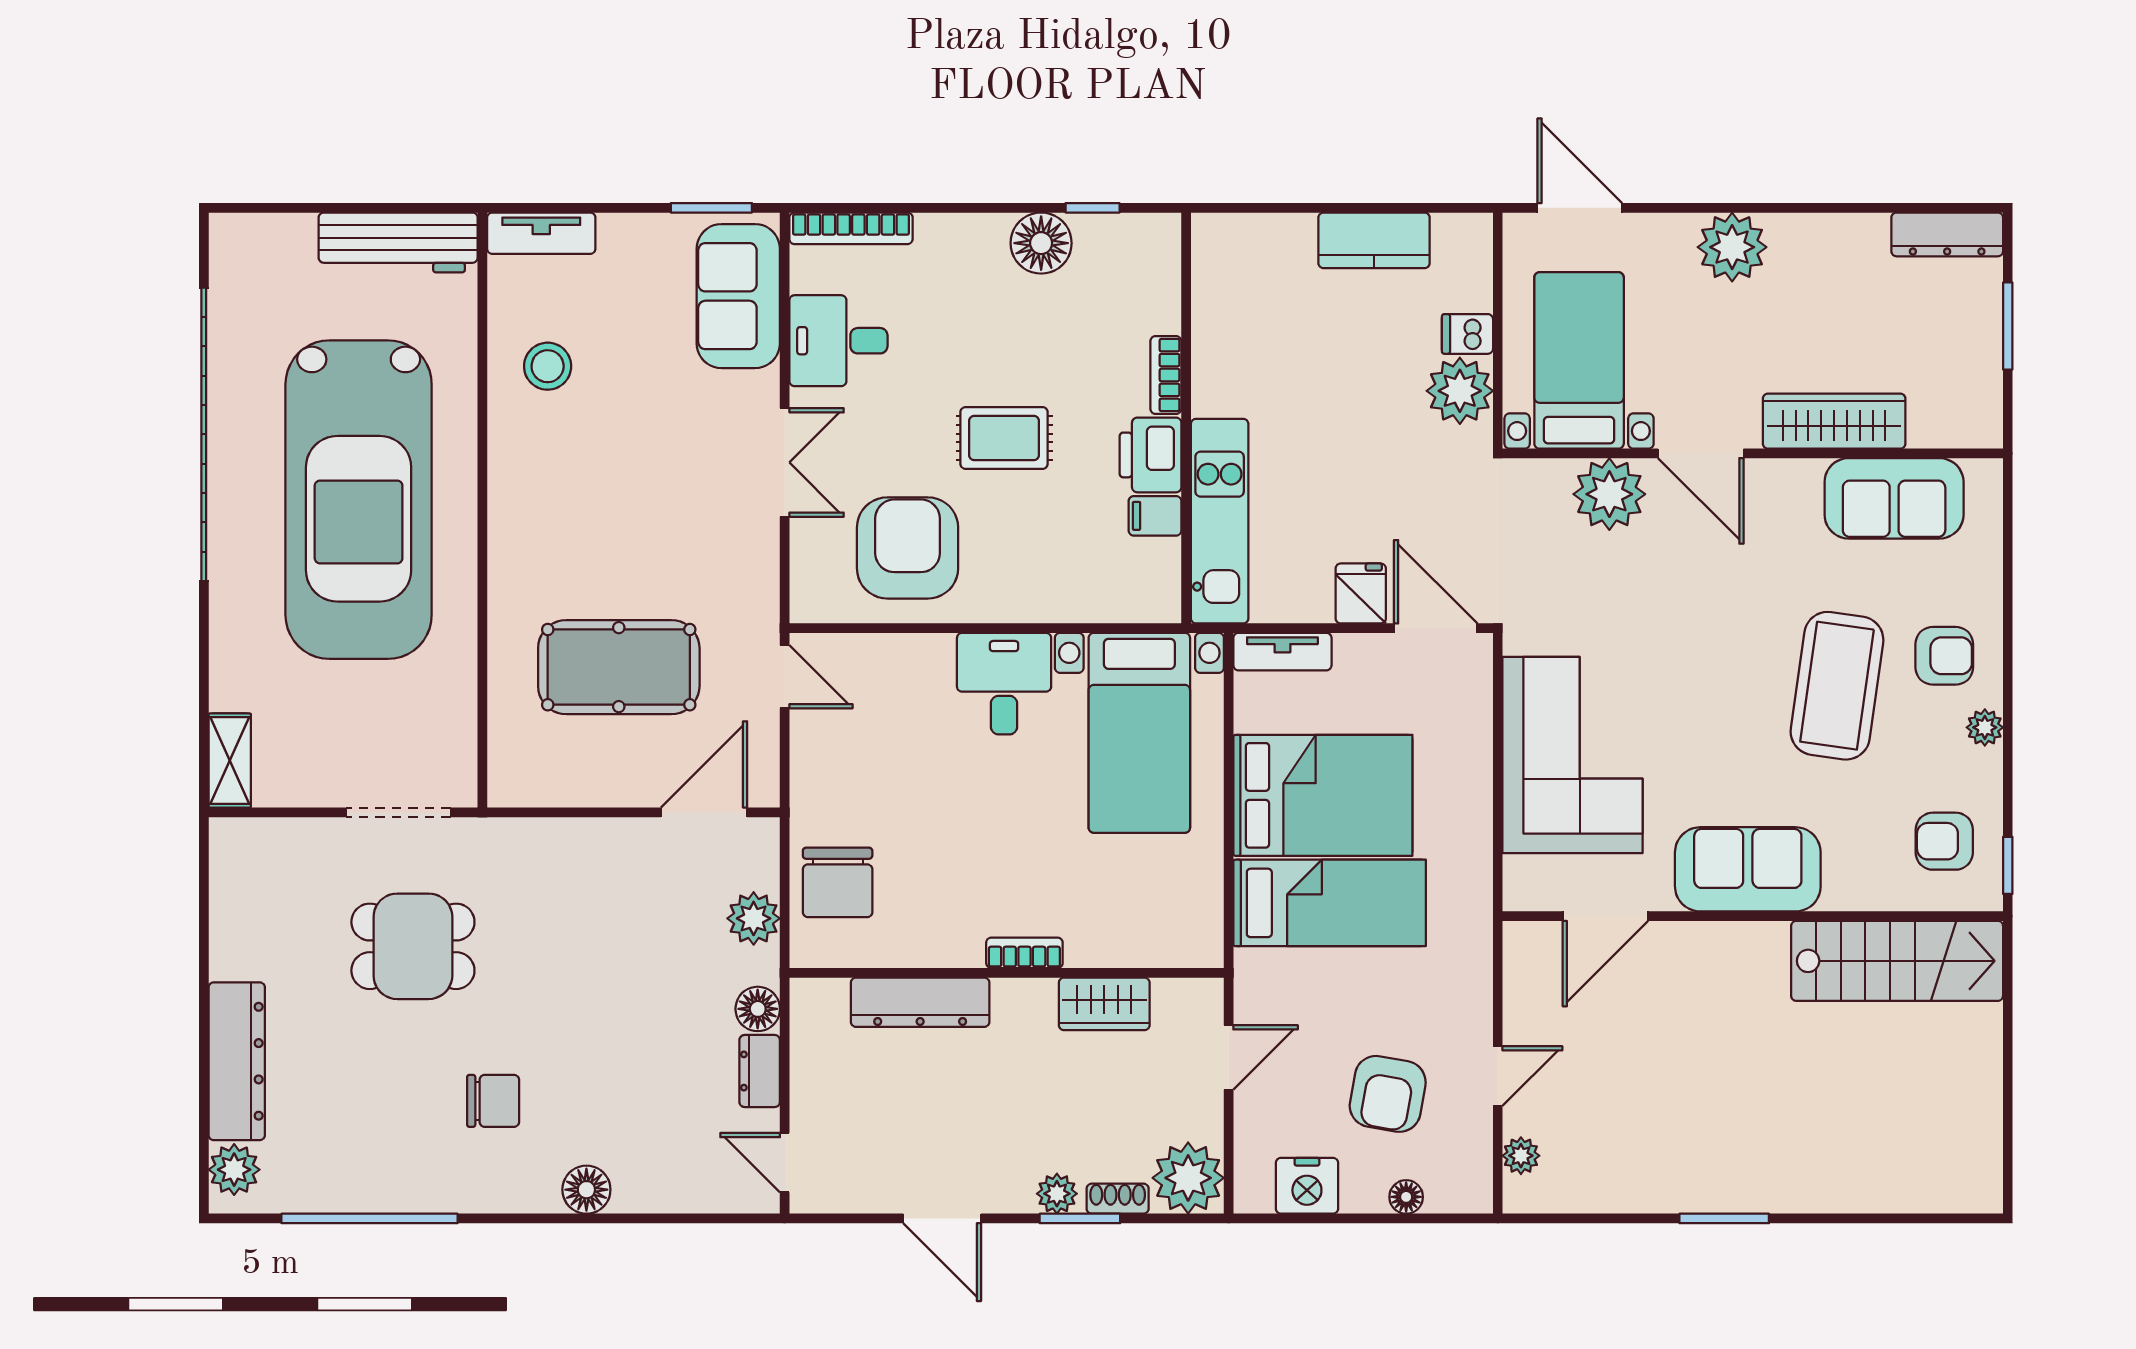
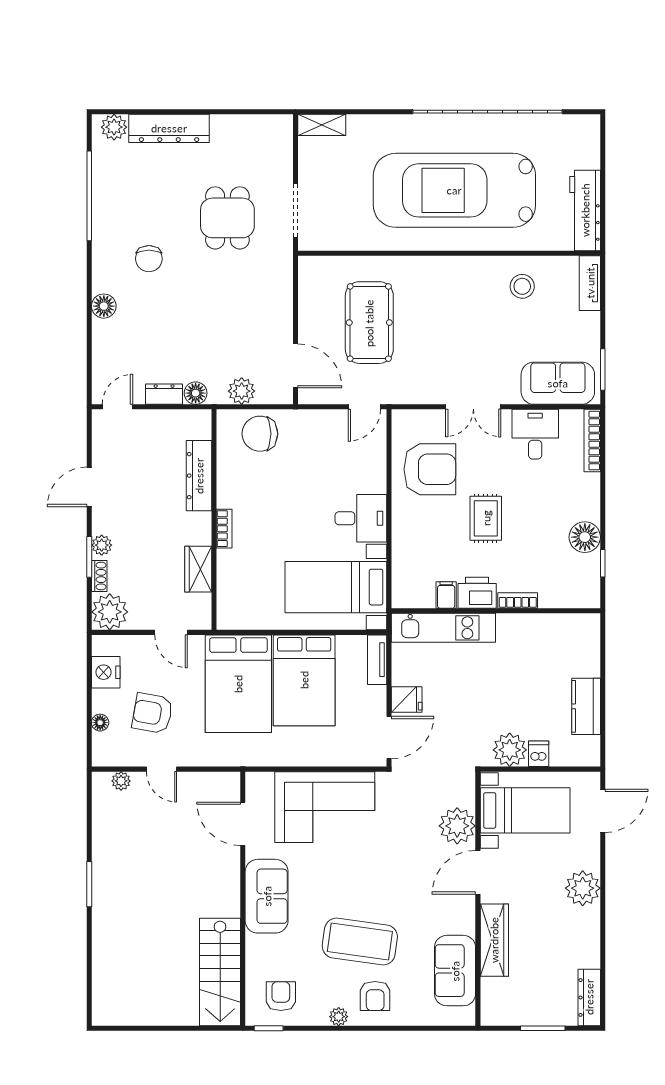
bed: (1330, 903) -> (238, 684), width x1.50

